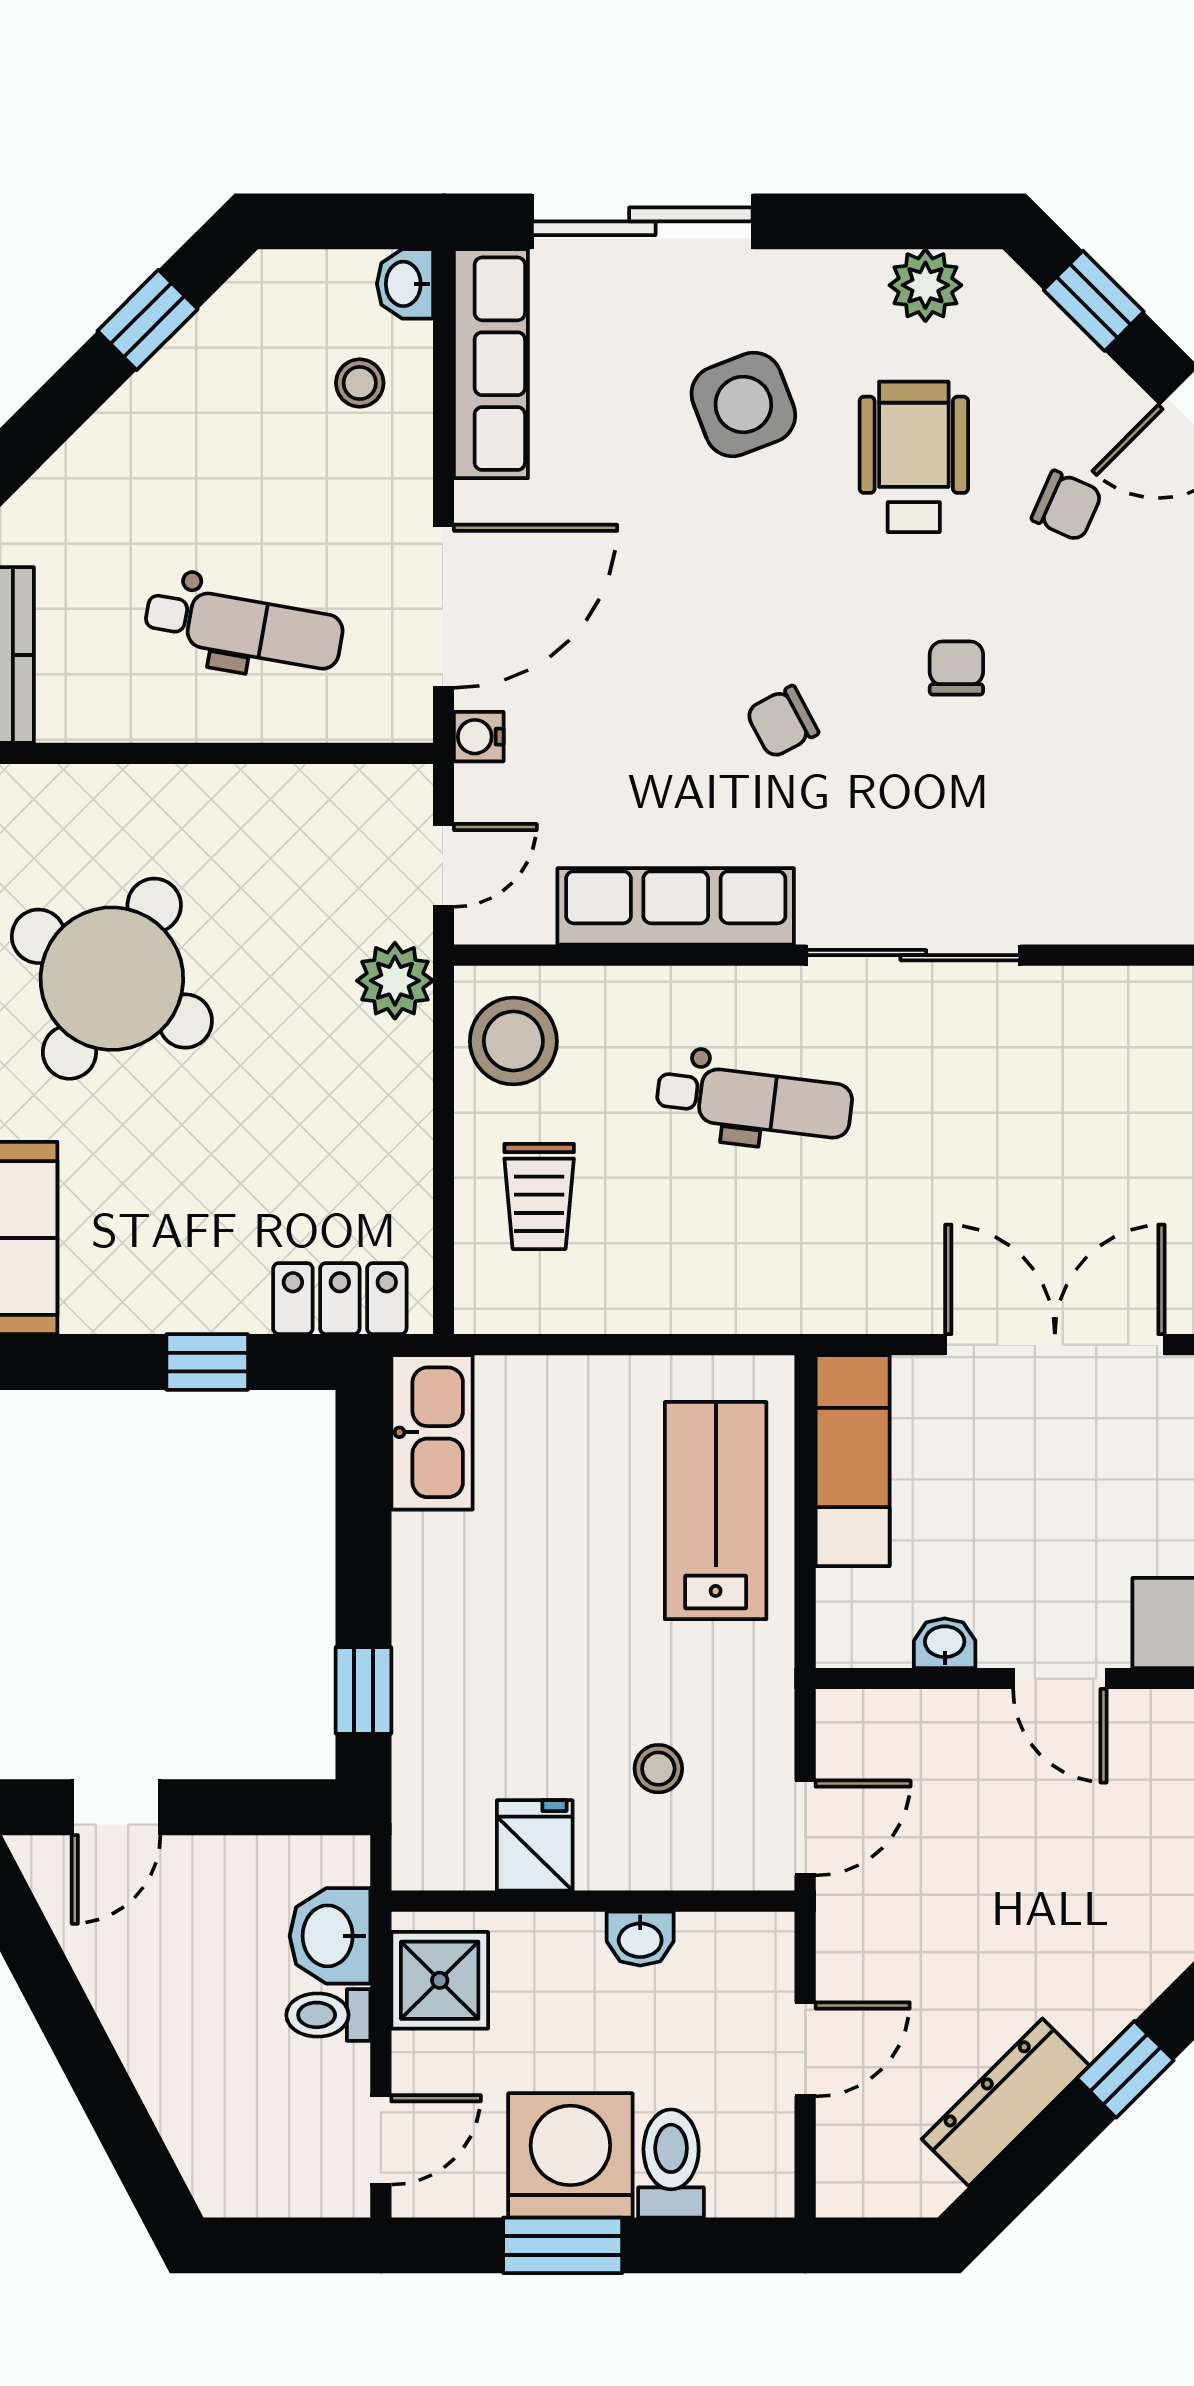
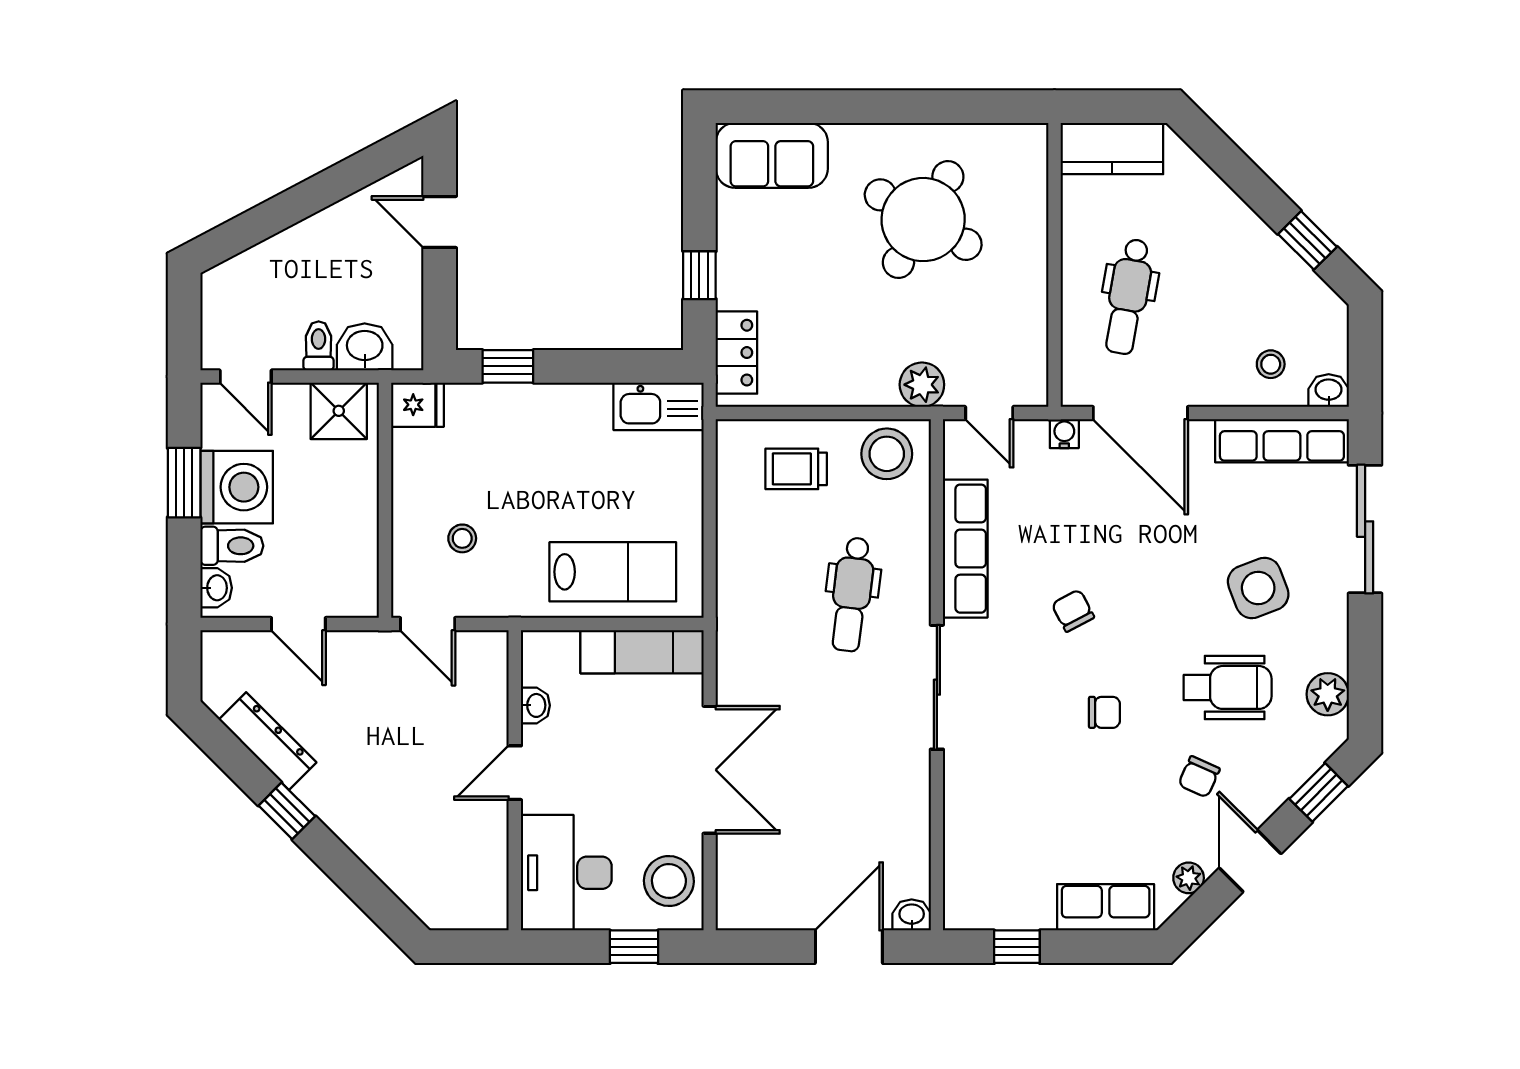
fridge: (535, 1845) -> (417, 405), moved
washbasin: (640, 1939) -> (216, 588), moved, turned 180

